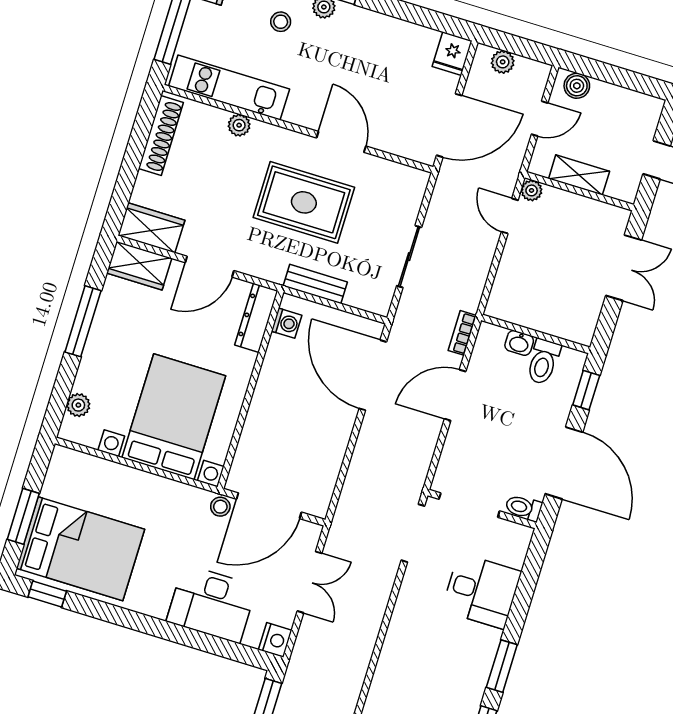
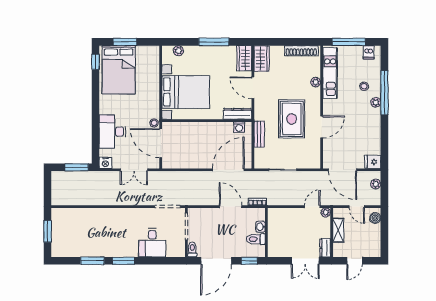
dresser: (609, 215) -> (325, 248), added

